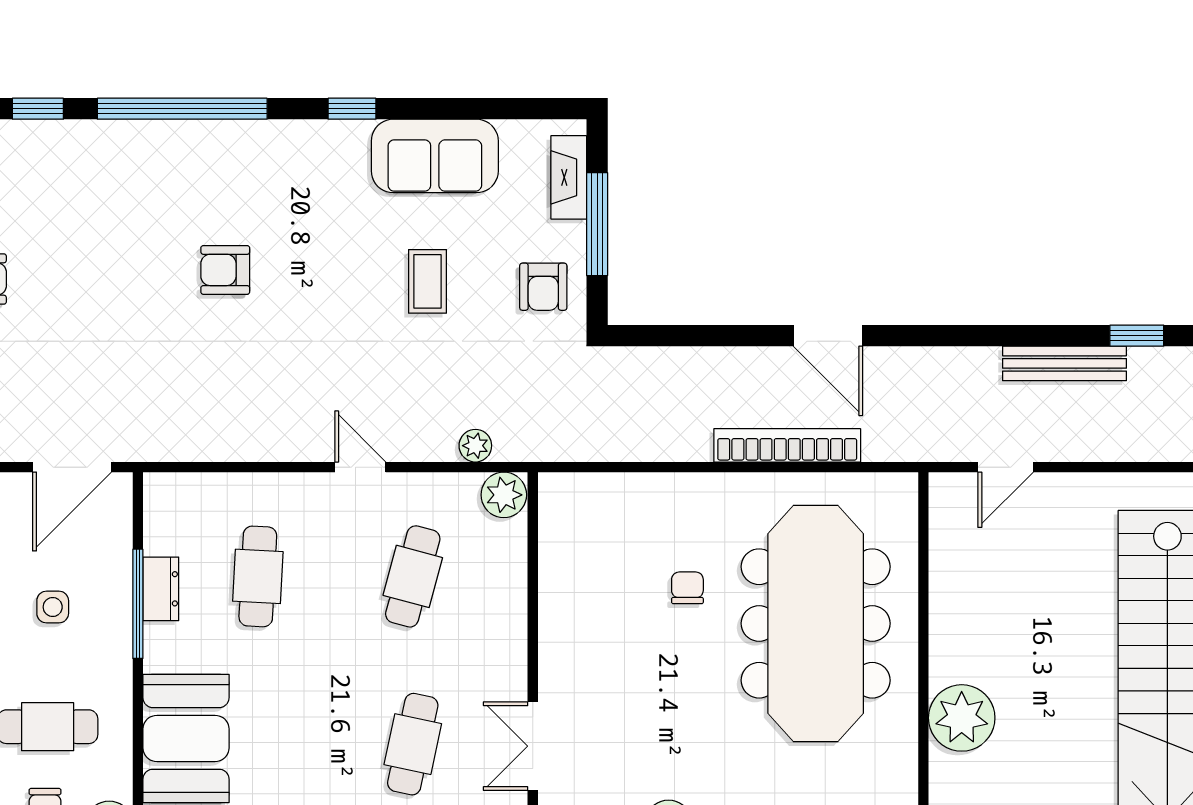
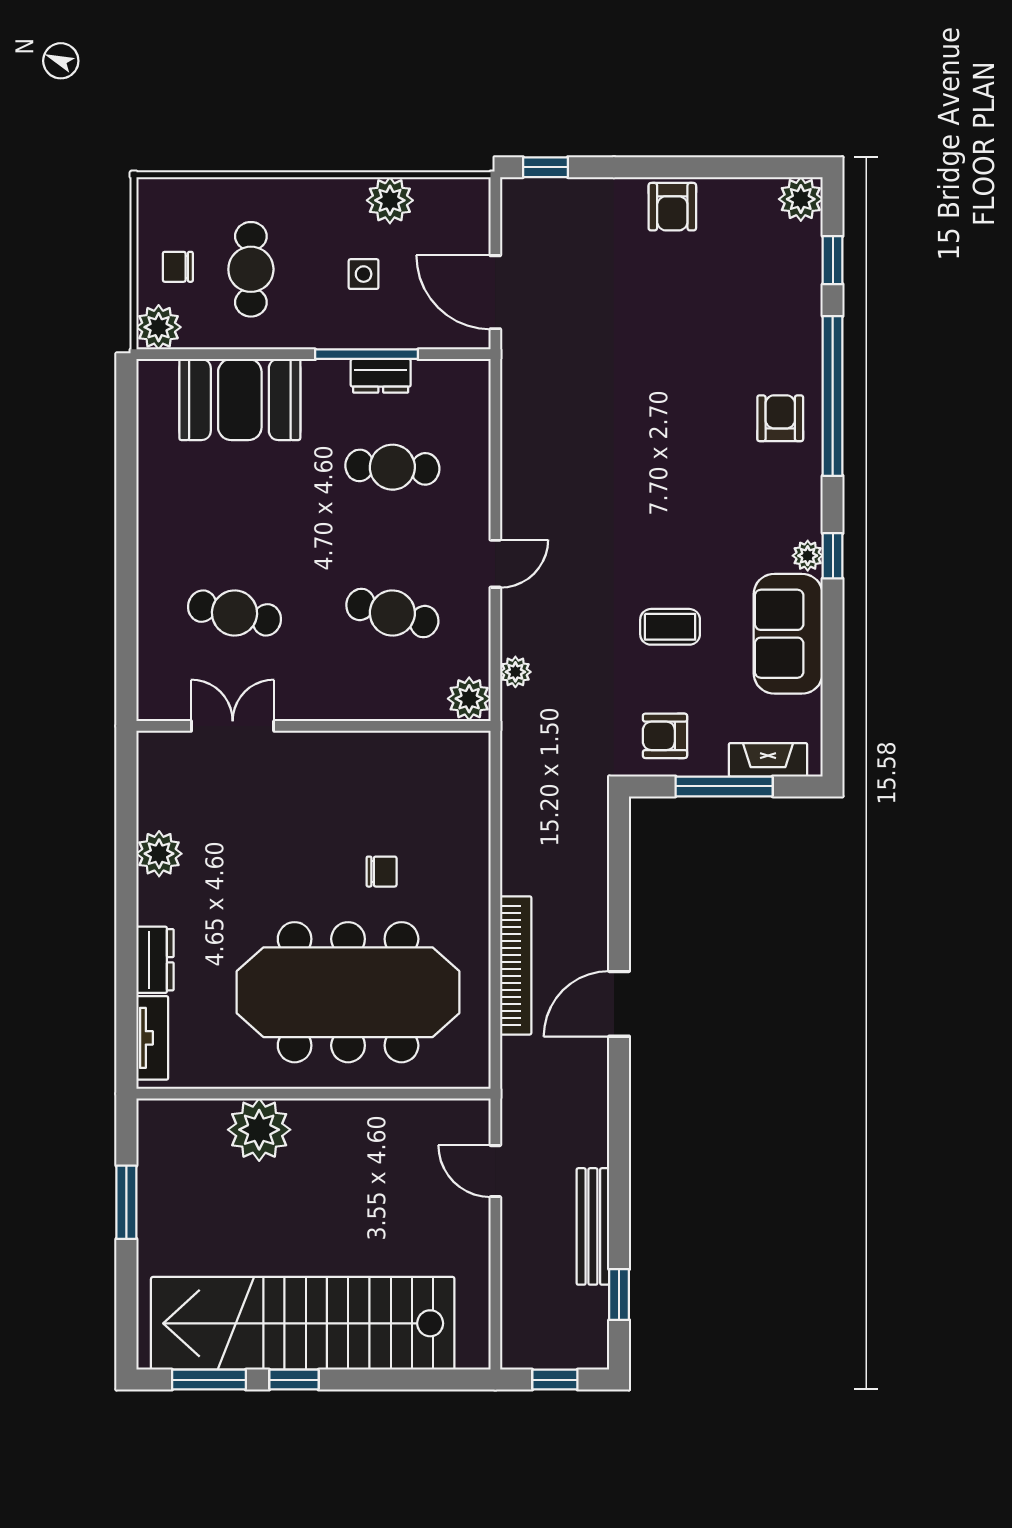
plant: (352, 135) -> (808, 556), added
armchair: (225, 270) -> (780, 418), moved

